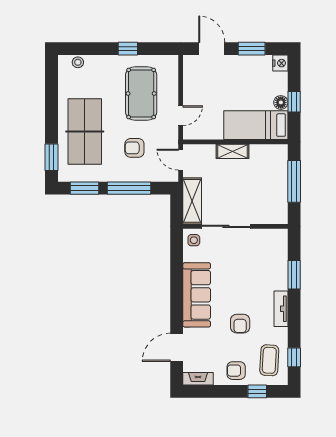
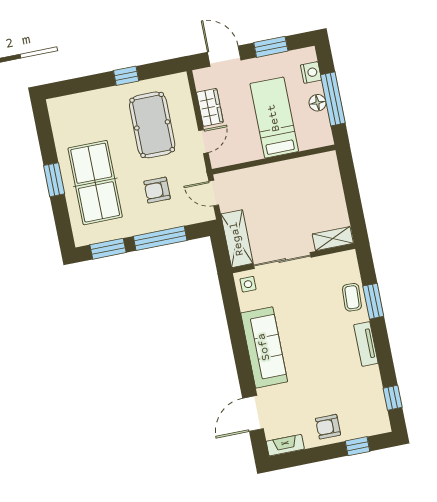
stool: (78, 62) -> (71, 103), removed
nightstand: (280, 63) -> (311, 72), moved
wardrobe: (192, 89) -> (210, 107), added
window: (294, 102) -> (333, 99), width x2.17
bed: (256, 125) -> (274, 118), moved, turned 90
shelving: (233, 151) -> (333, 239), moved
window: (52, 157) -> (54, 180), moved
window: (294, 181) -> (351, 192), removed
armchair: (240, 324) -> (322, 371), removed
coffee table: (269, 360) -> (352, 297), moved, width x0.73, depth x0.77

